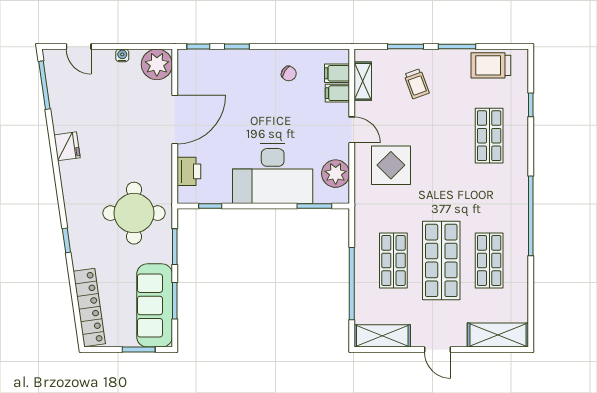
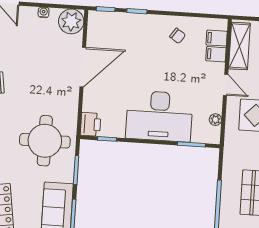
shelving: (363, 81) -> (239, 46), width x1.50, depth x1.33
printer: (189, 171) -> (91, 124), moved
plant: (336, 174) -> (215, 120), width x0.53, depth x0.53

